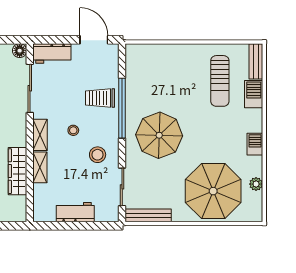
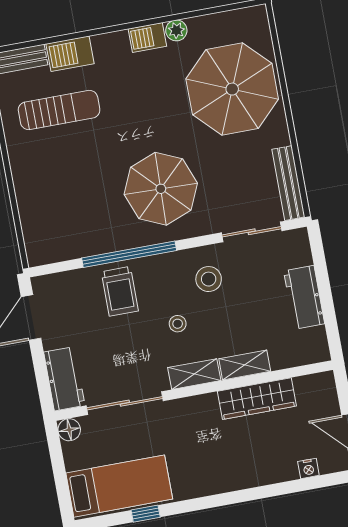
plant: (256, 184) -> (176, 30), moved

